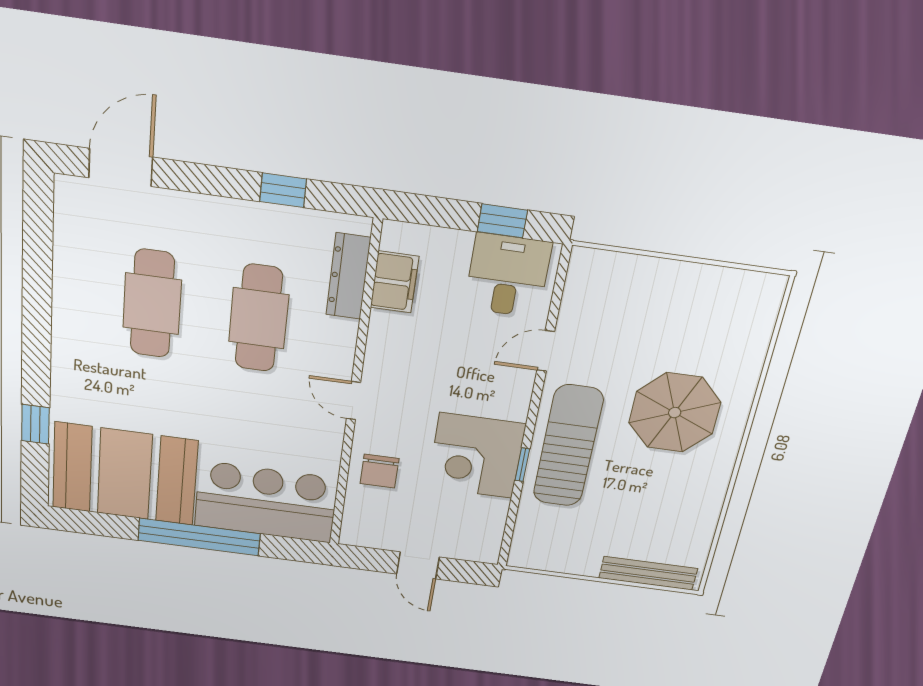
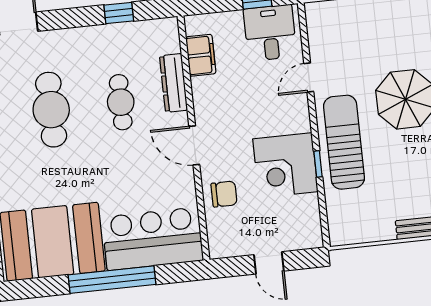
dresser: (348, 276) -> (174, 83), moved
cafe table: (259, 318) -> (121, 102), width x0.73, depth x0.74
door: (353, 401) -> (194, 145), width x1.38
chair: (379, 471) -> (224, 194), turned -90

